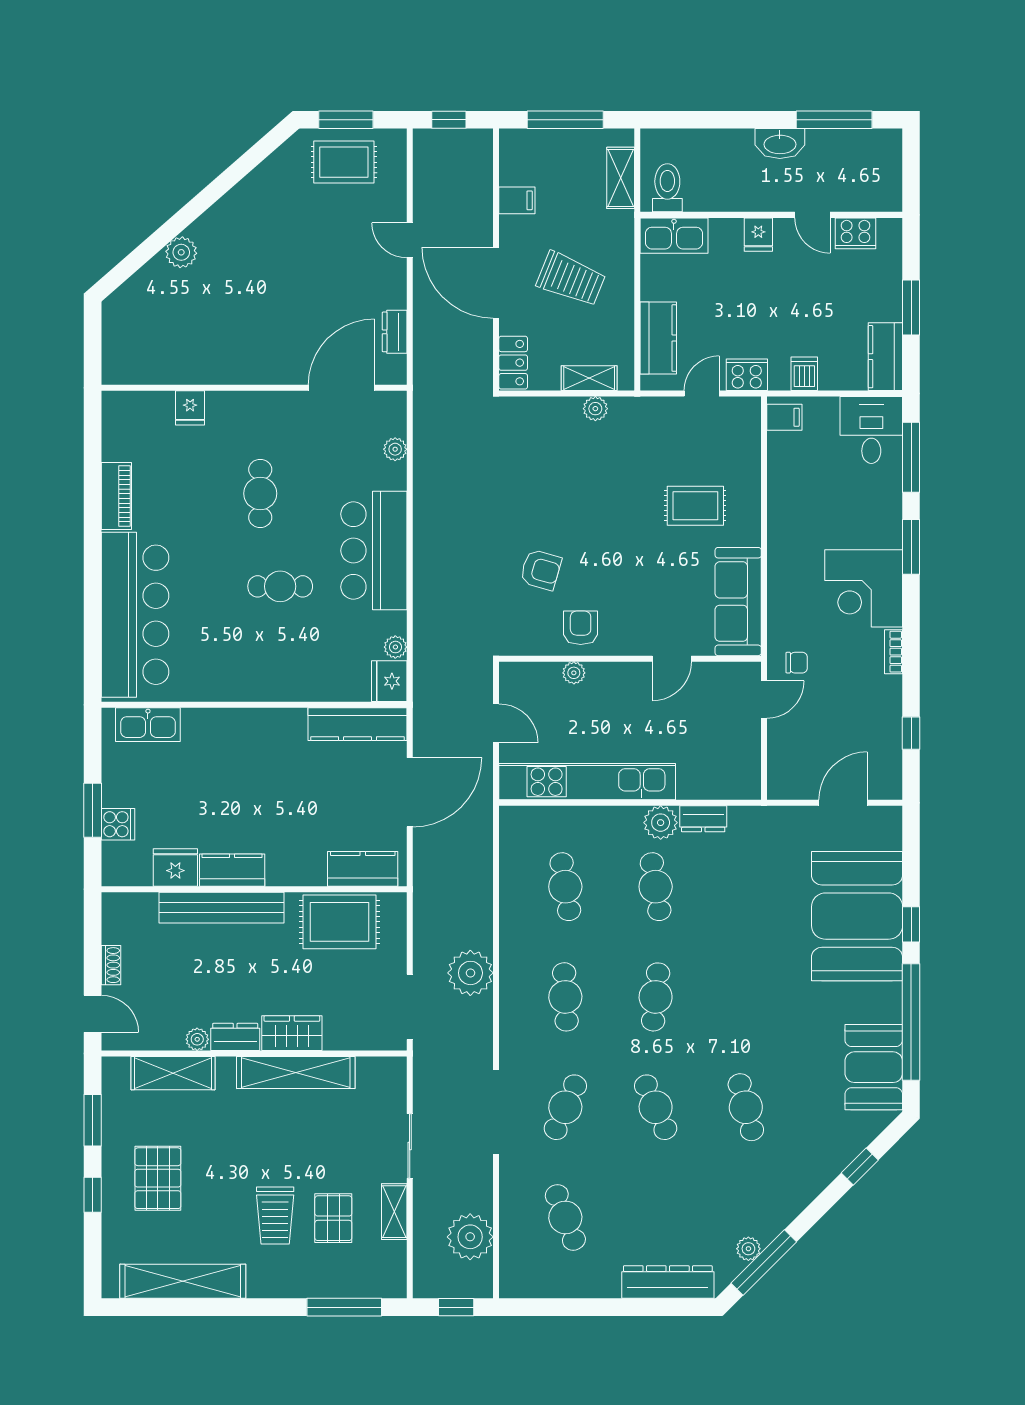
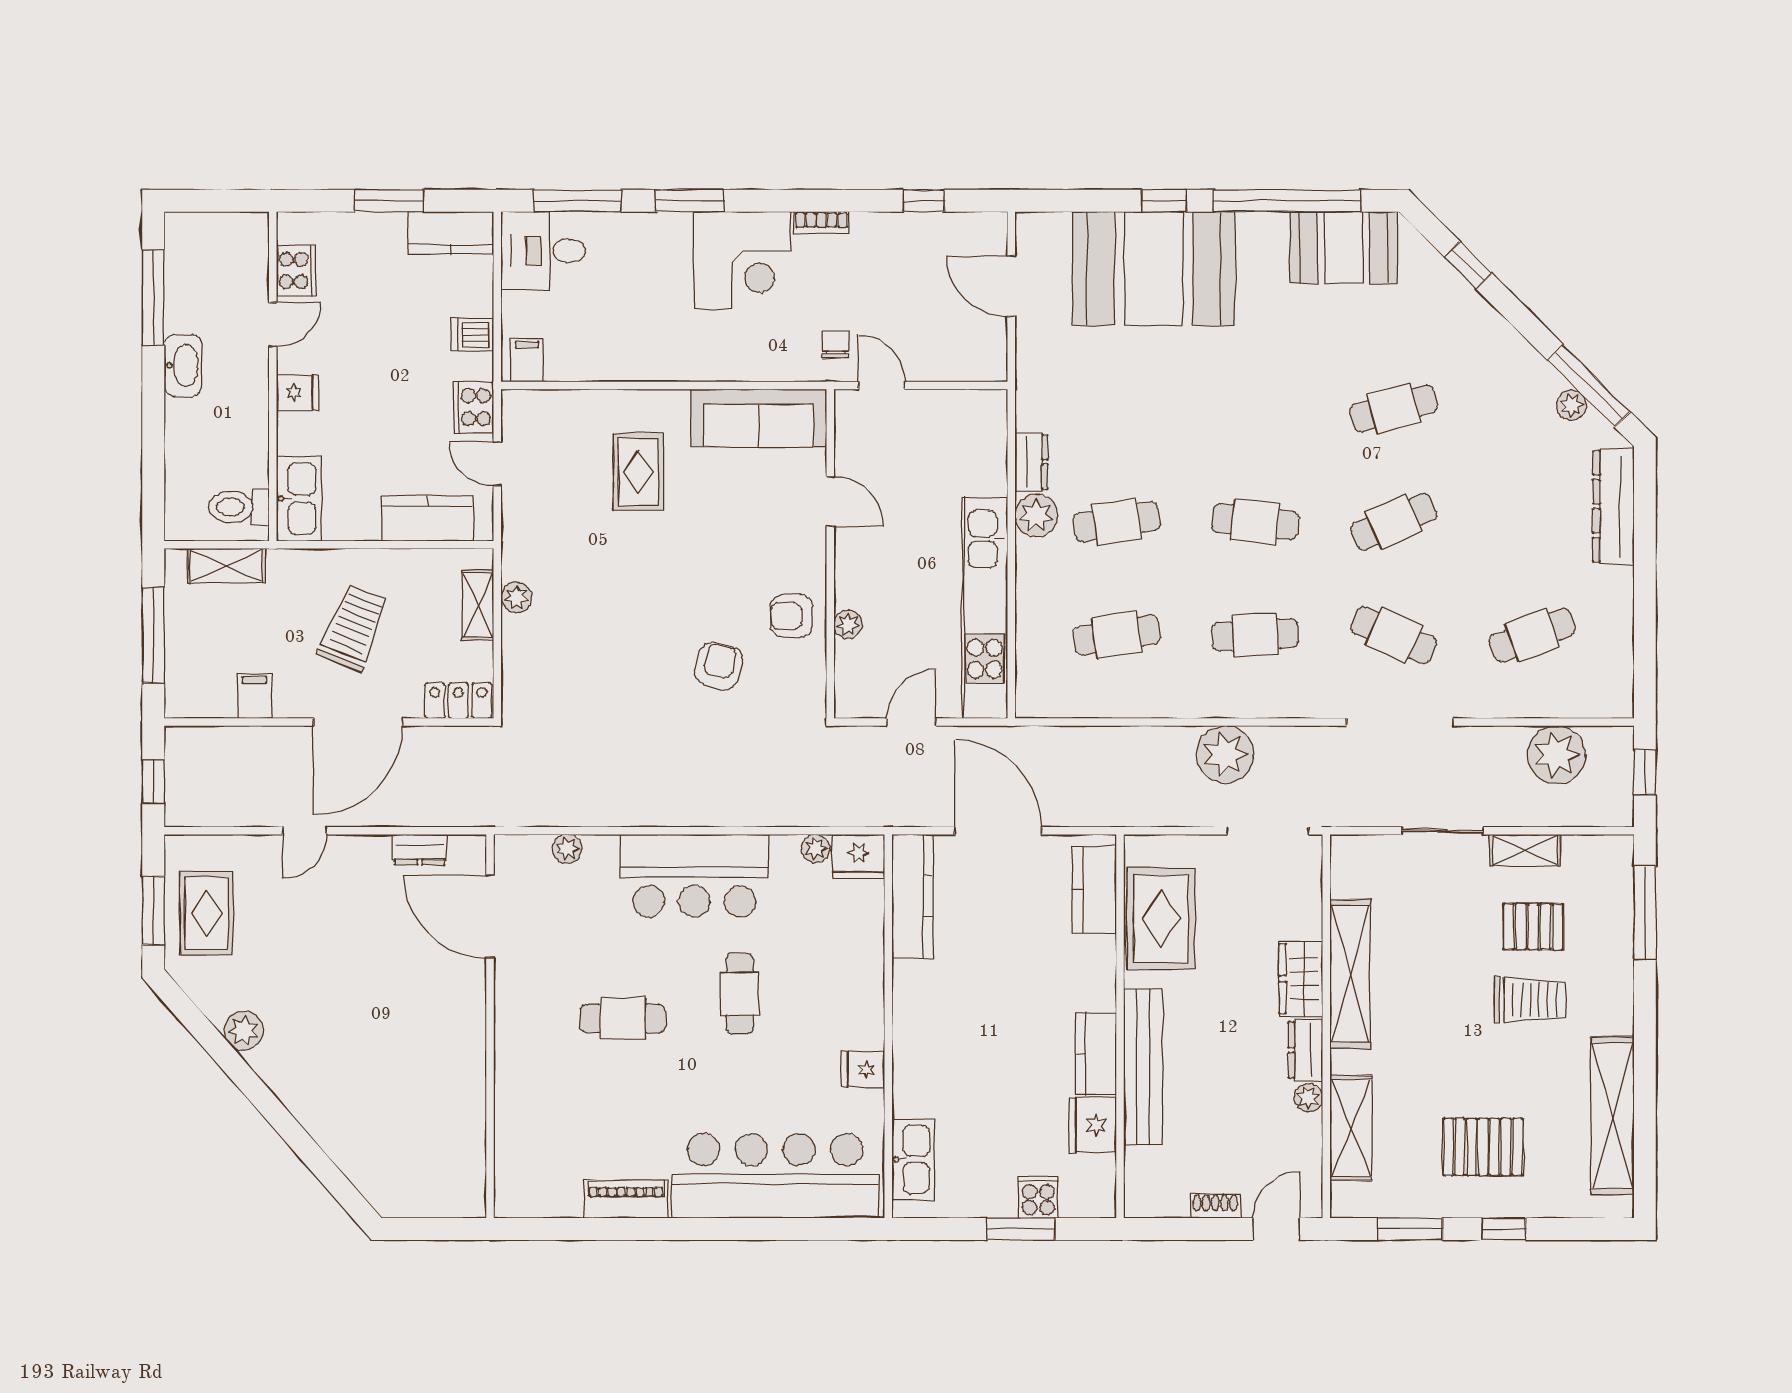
plant: (181, 252) -> (244, 1031), moved
fridge: (190, 408) -> (863, 1070), moved, turned 180

